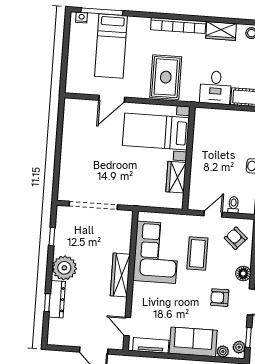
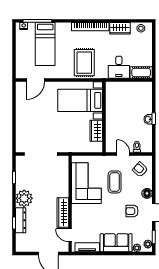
door: (112, 99) -> (35, 80), moved
door: (213, 214) -> (123, 154), hinge flipped
wardrobe: (120, 275) -> (63, 212), moved

